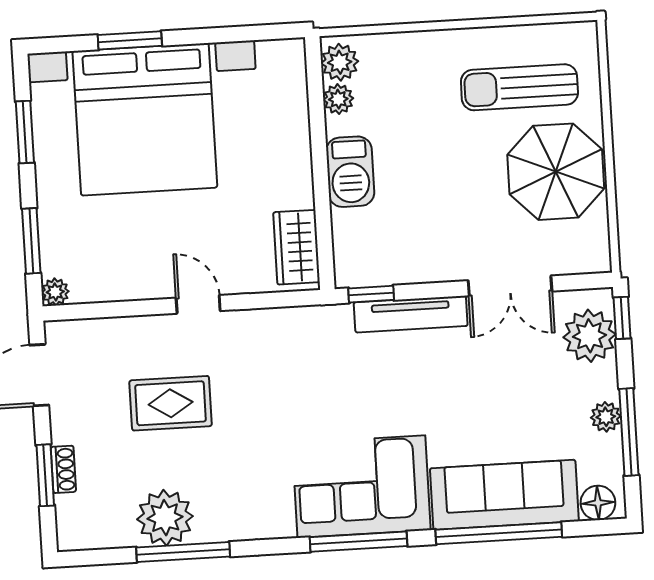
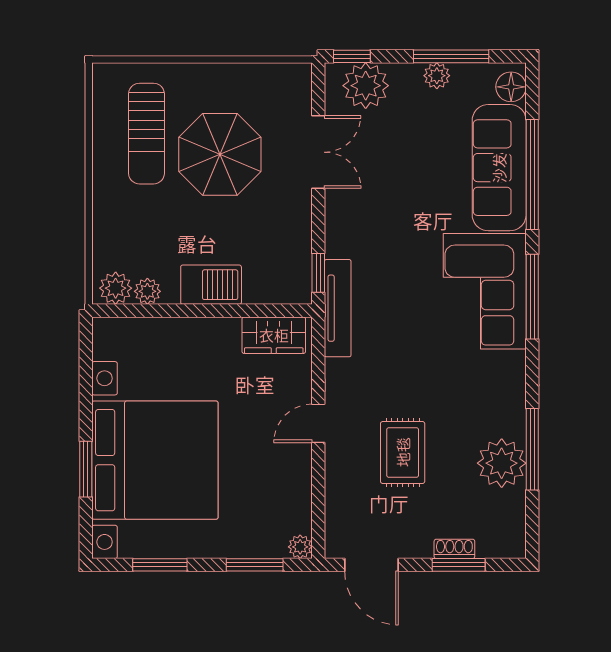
parasol: (556, 172) -> (220, 154), moved
tv unit: (411, 314) -> (338, 308), moved

